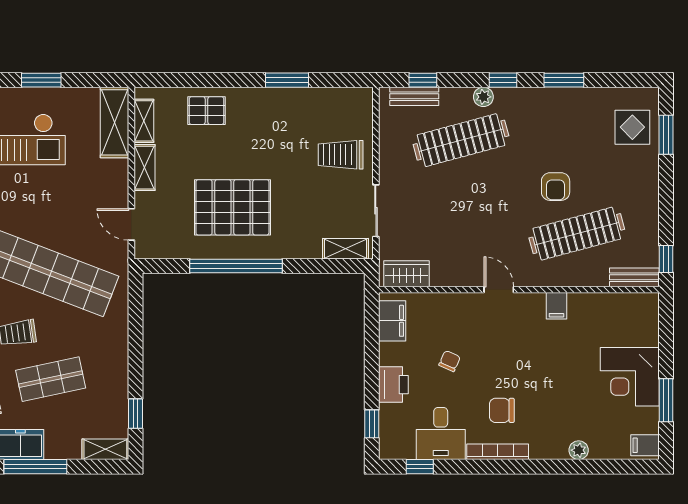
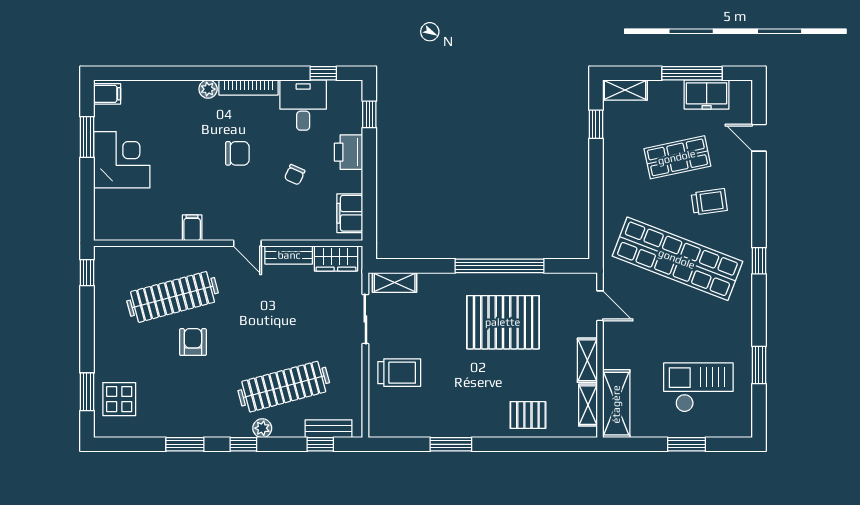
bench: (634, 277) -> (289, 255), moved
chair: (502, 410) -> (237, 153), moved
plant: (579, 450) -> (208, 89), moved

